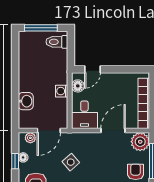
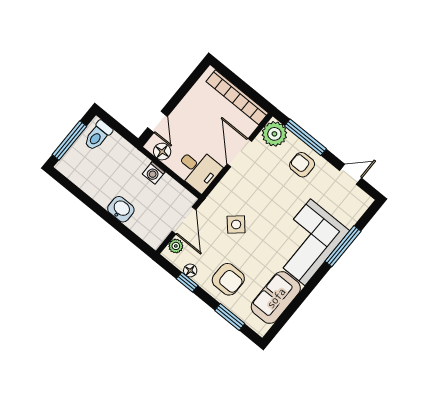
washbasin: (26, 101) -> (121, 209), moved

